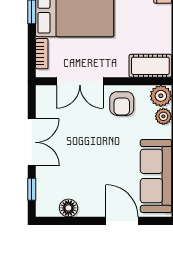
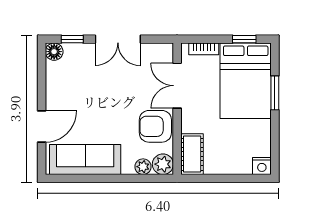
armchair: (122, 104) -> (155, 126), width x1.38, depth x1.38
floor lamp: (68, 208) -> (54, 52), moved

